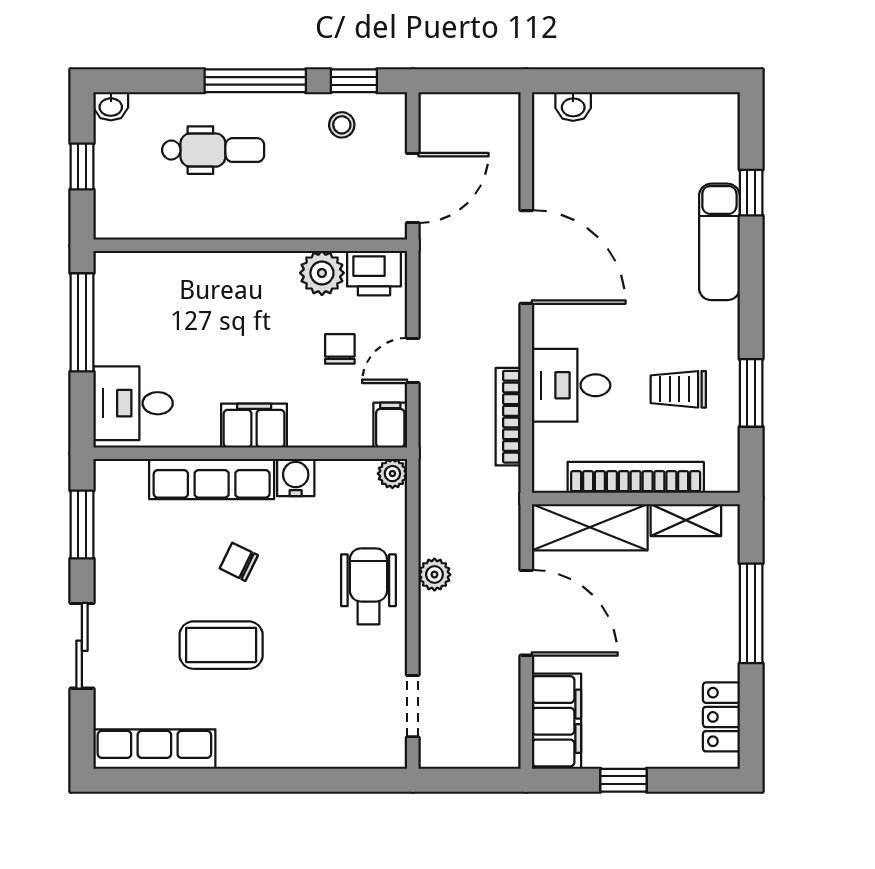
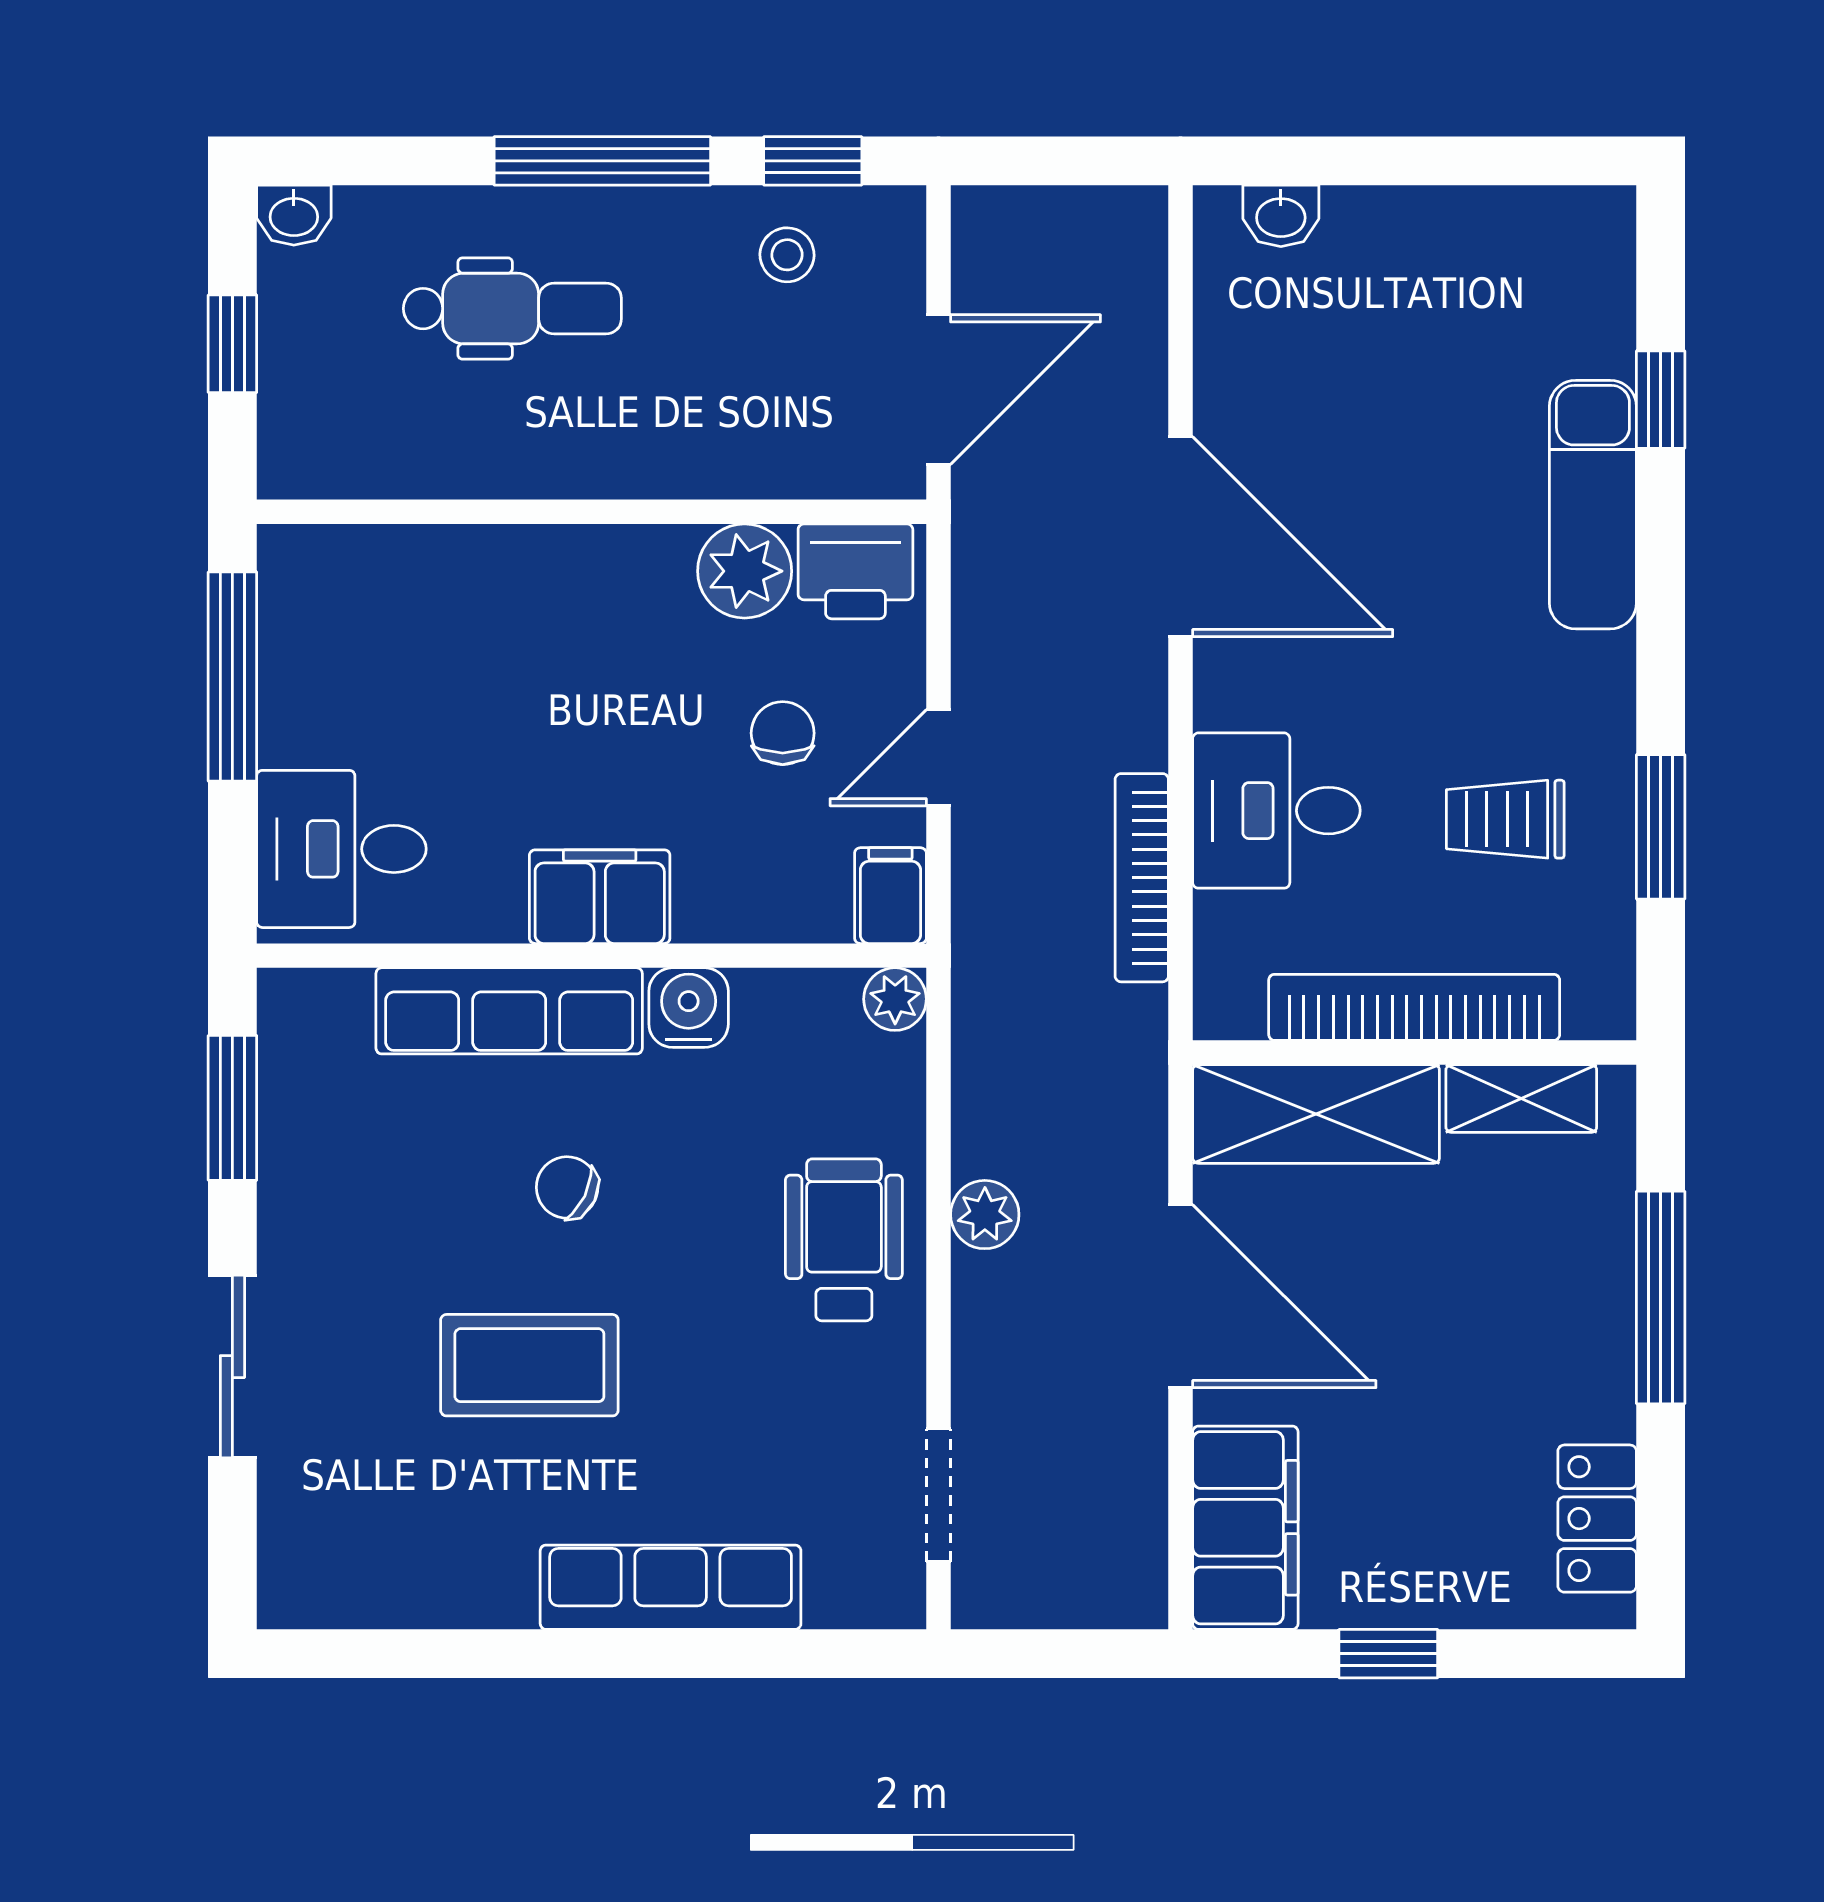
row of seats: (154, 749) -> (671, 1587), moved

